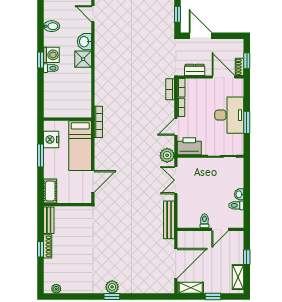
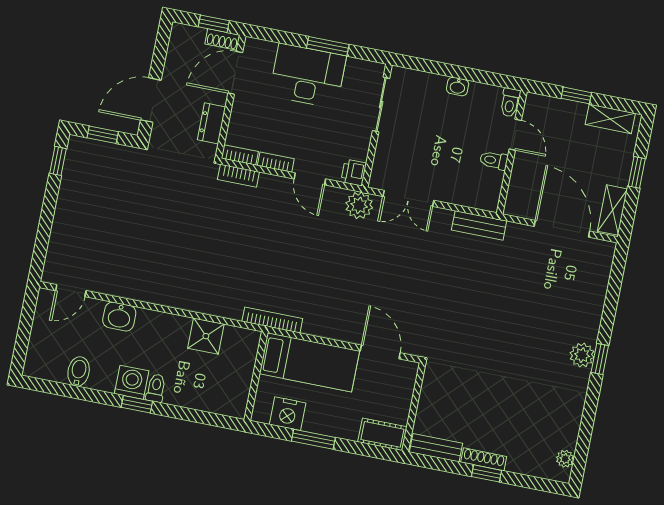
shower: (83, 59) -> (206, 336), moved
printer: (189, 146) -> (354, 172), width x0.53, depth x0.68
toilet: (236, 205) -> (510, 103), moved
bench: (169, 220) -> (479, 225), width x0.73

